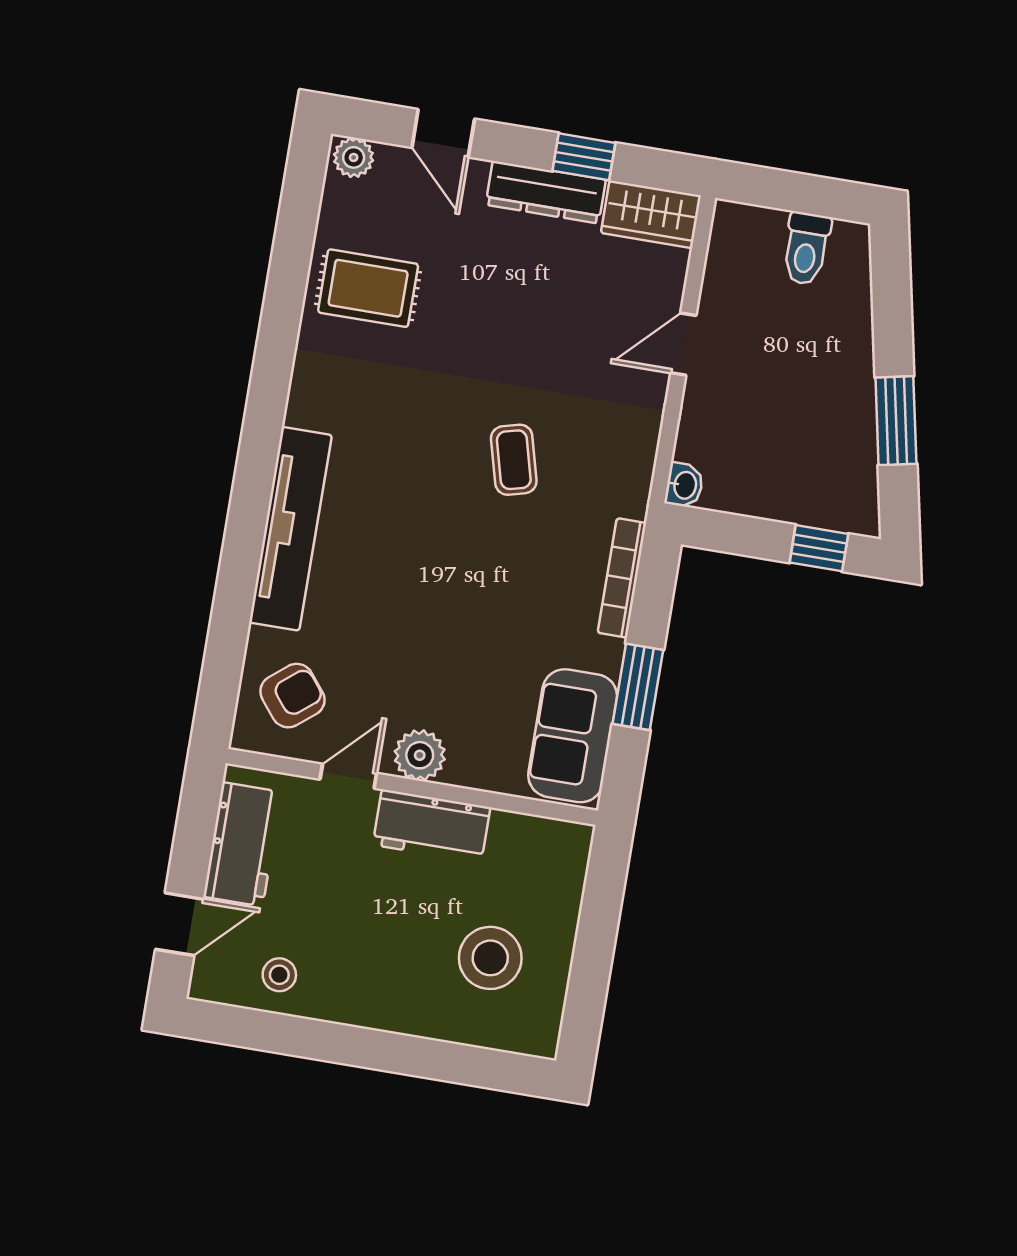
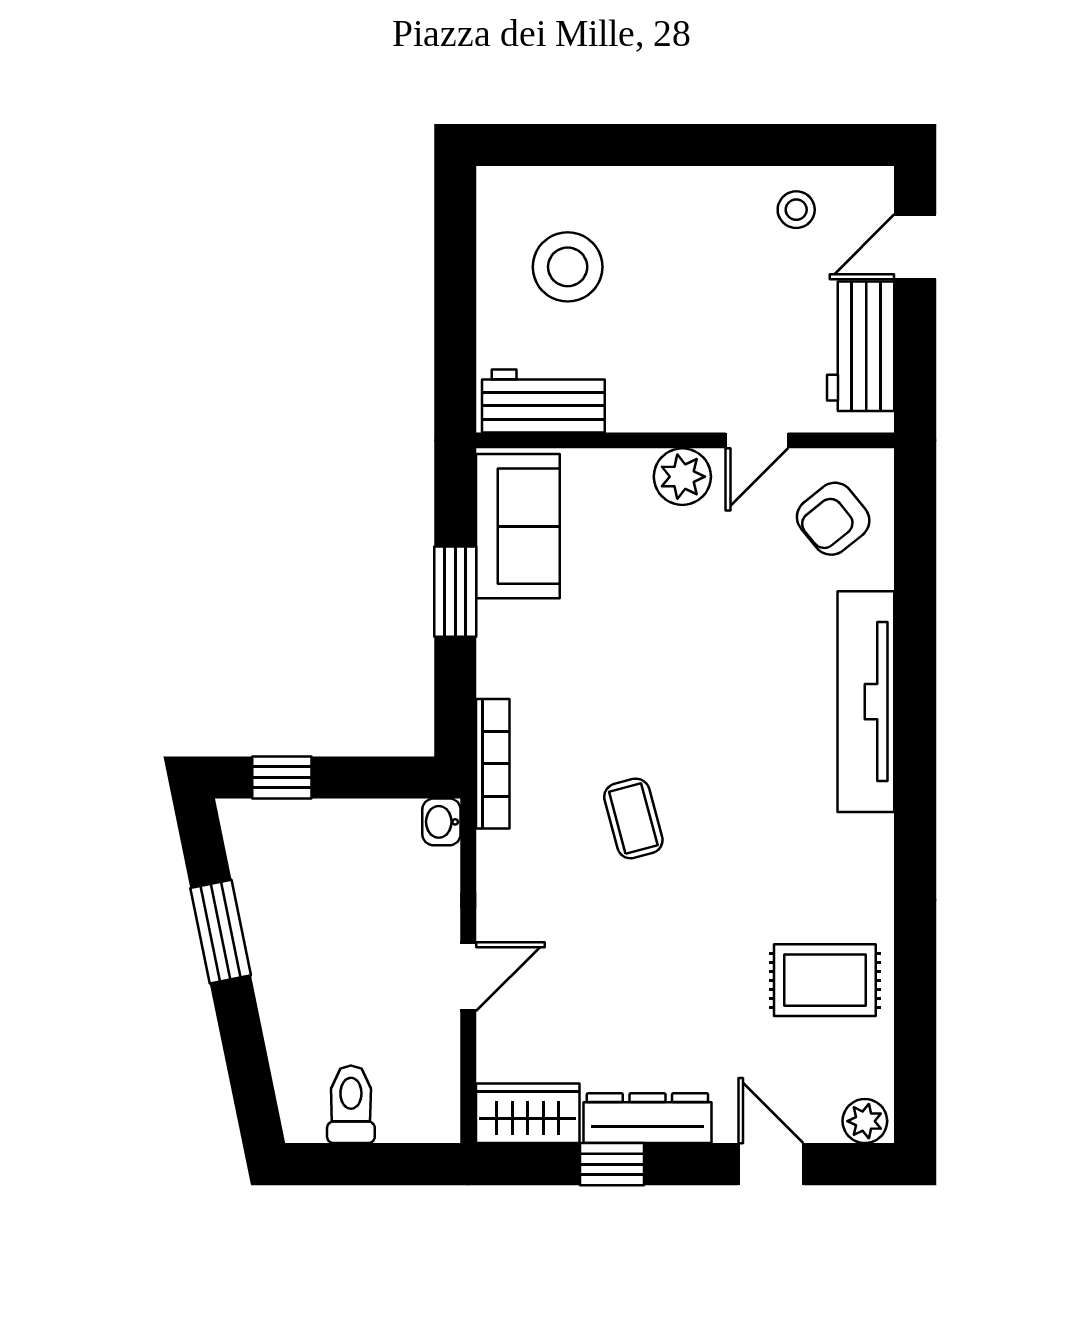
bookcase: (622, 578) -> (493, 764), moved
workbench: (432, 826) -> (543, 401), moved

